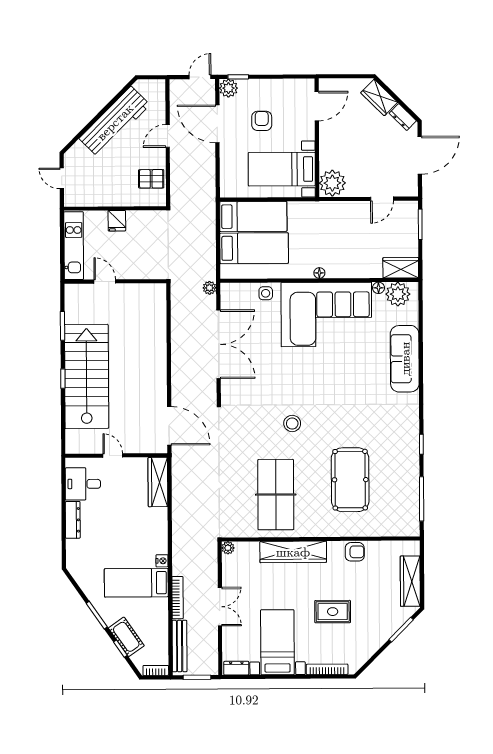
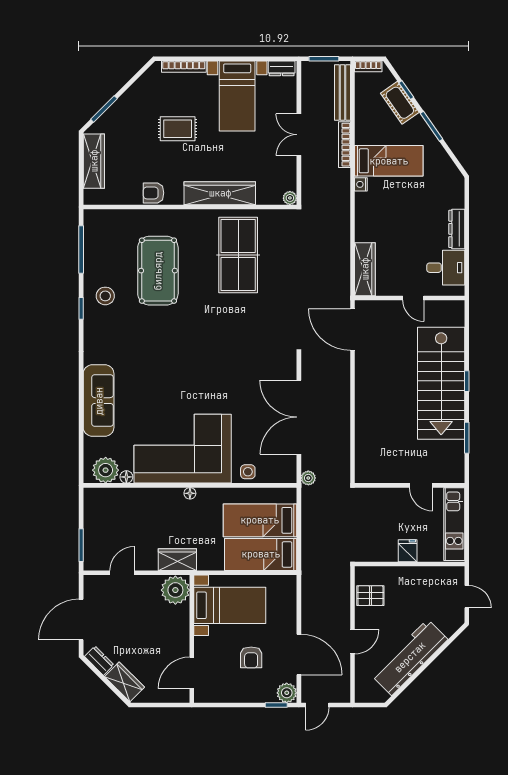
wardrobe: (401, 268) -> (177, 560), moved, turned 180
stool: (292, 423) -> (105, 296), moved

